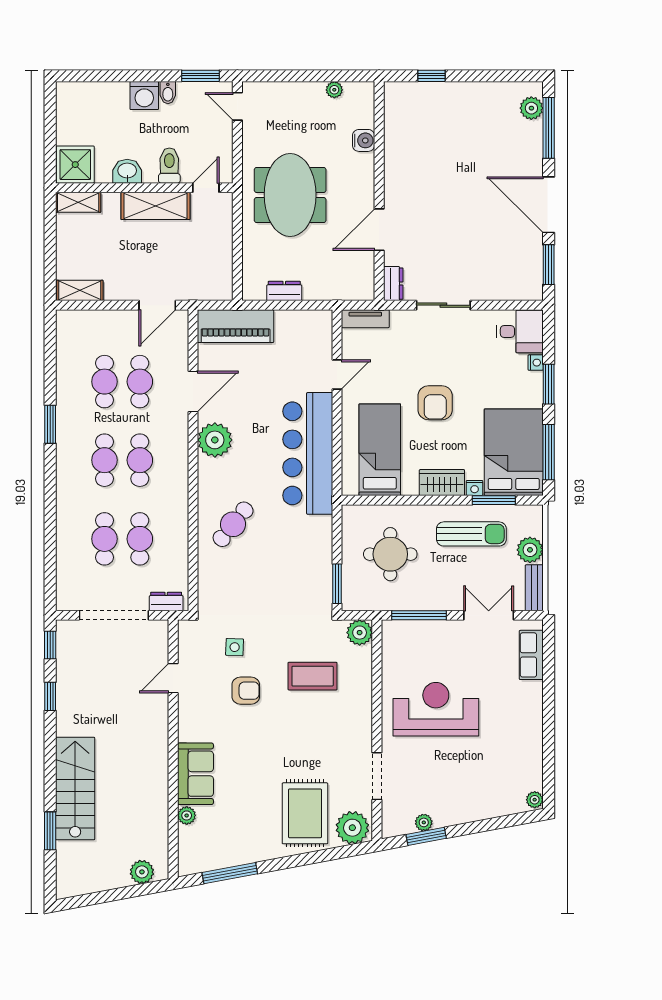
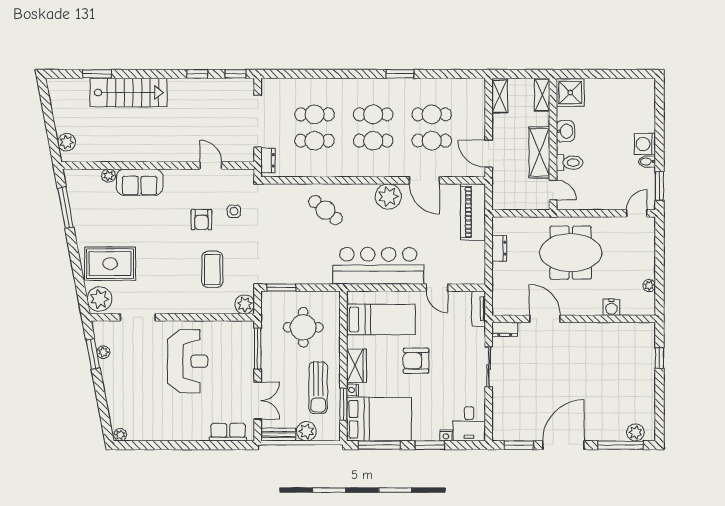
shower: (75, 165) -> (570, 93), moved
toilet: (169, 166) -> (570, 163), moved
washbasin: (127, 171) -> (565, 131), moved
wall: (144, 188) -> (553, 144), moved
door: (206, 188) -> (553, 190), moved
shelving: (78, 202) -> (542, 95), moved
shelving: (156, 206) -> (539, 152), moved

